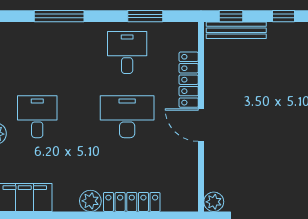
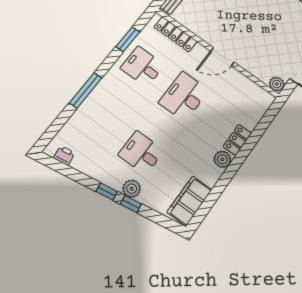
locker: (189, 80) -> (176, 34), moved
locker: (132, 202) -> (237, 140), width x0.66

